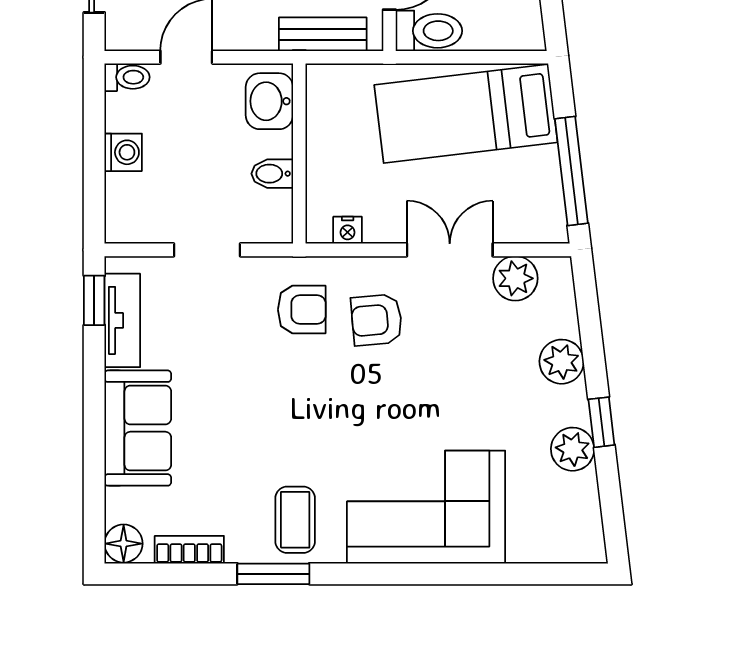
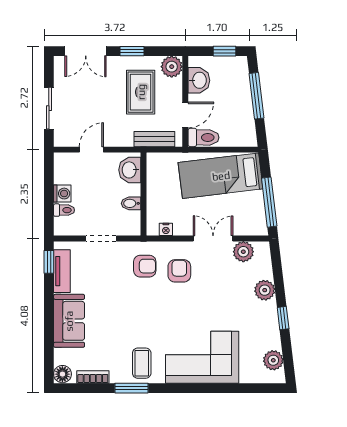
toilet: (127, 77) -> (64, 210), moved
armchair: (377, 320) -> (179, 271), turned 95
plant: (573, 449) -> (273, 360), moved

